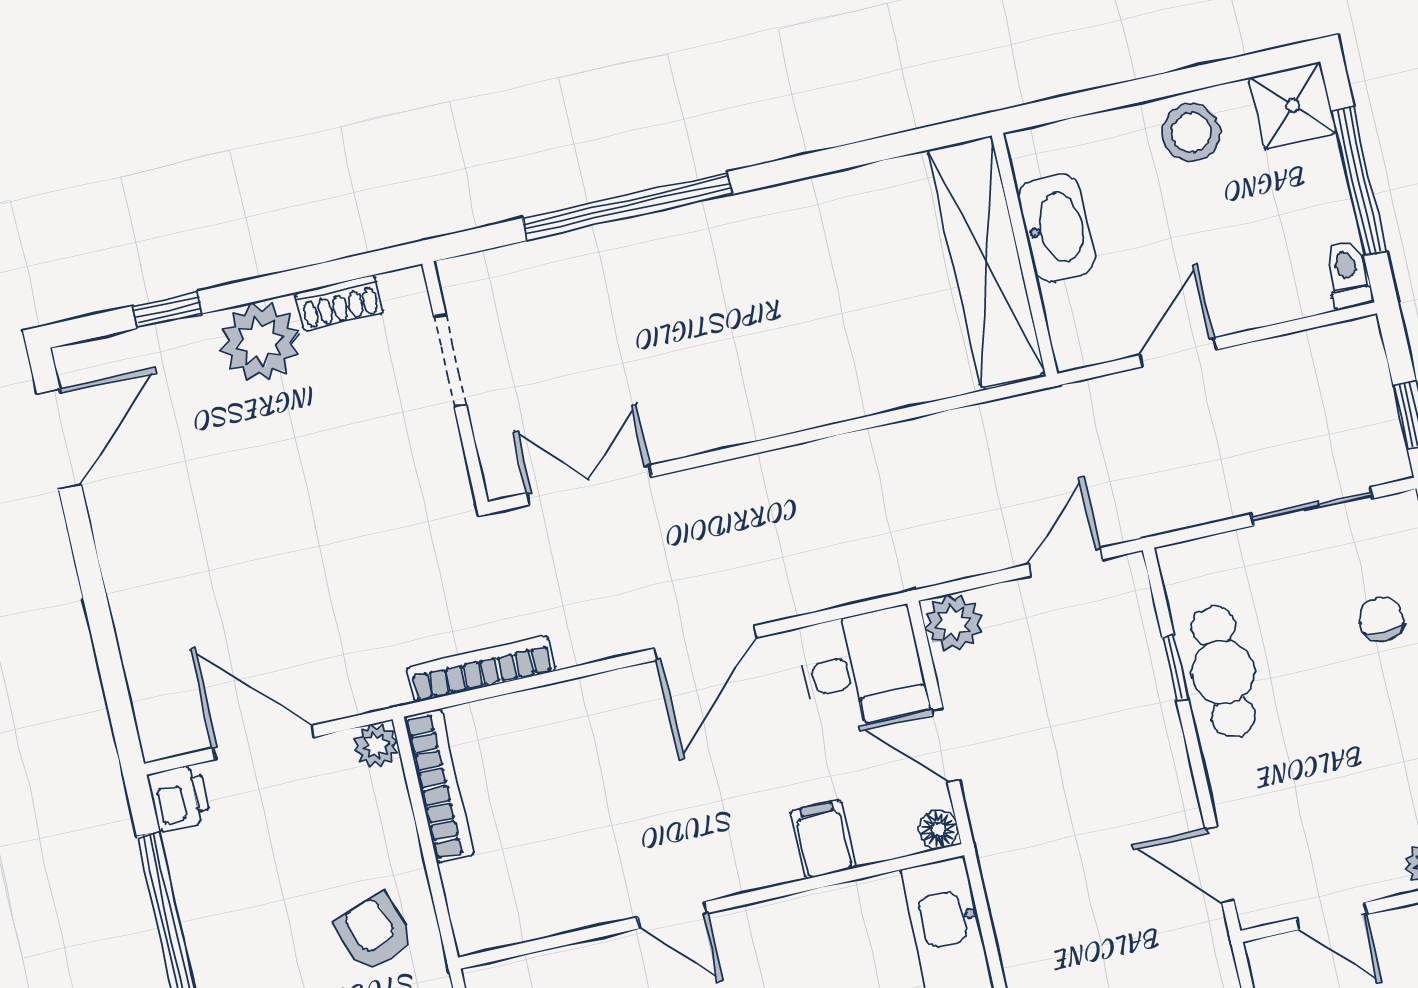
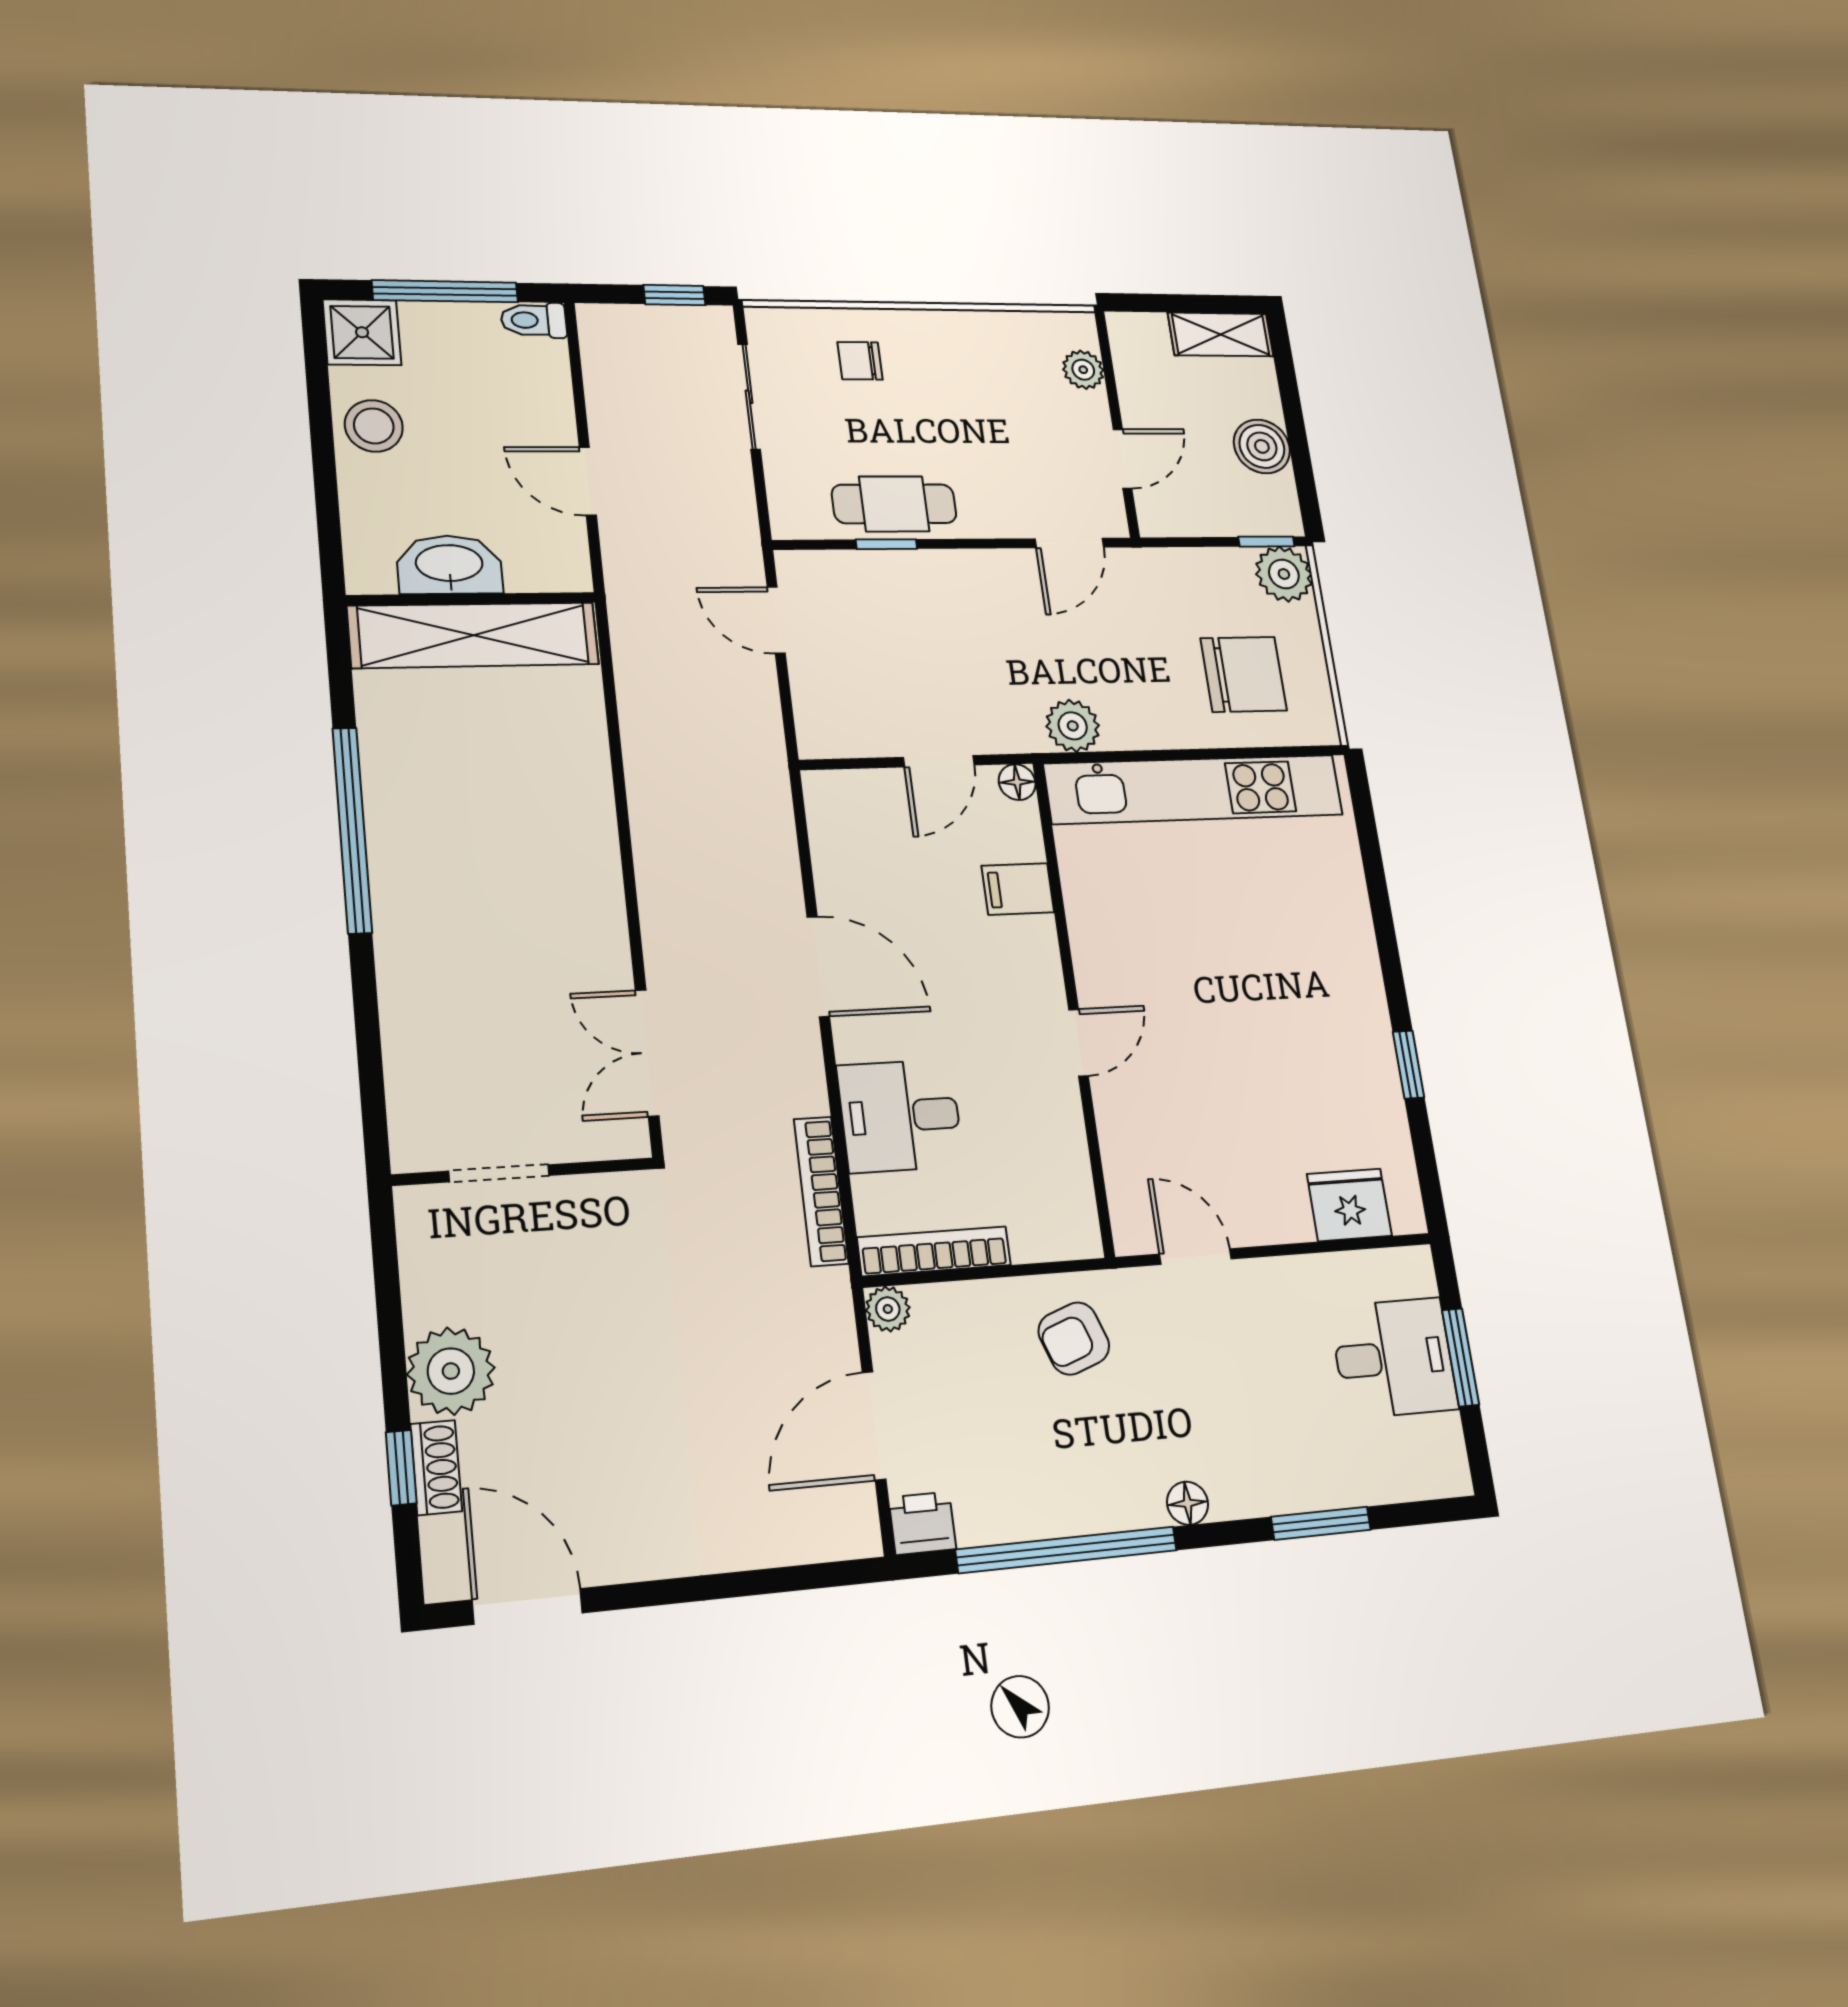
window: (627, 206) -> (352, 830), moved
shoe rack: (339, 303) -> (436, 1467), moved
plant: (953, 623) -> (1073, 726), moved
desk: (862, 669) -> (900, 1116), moved, turned -90

